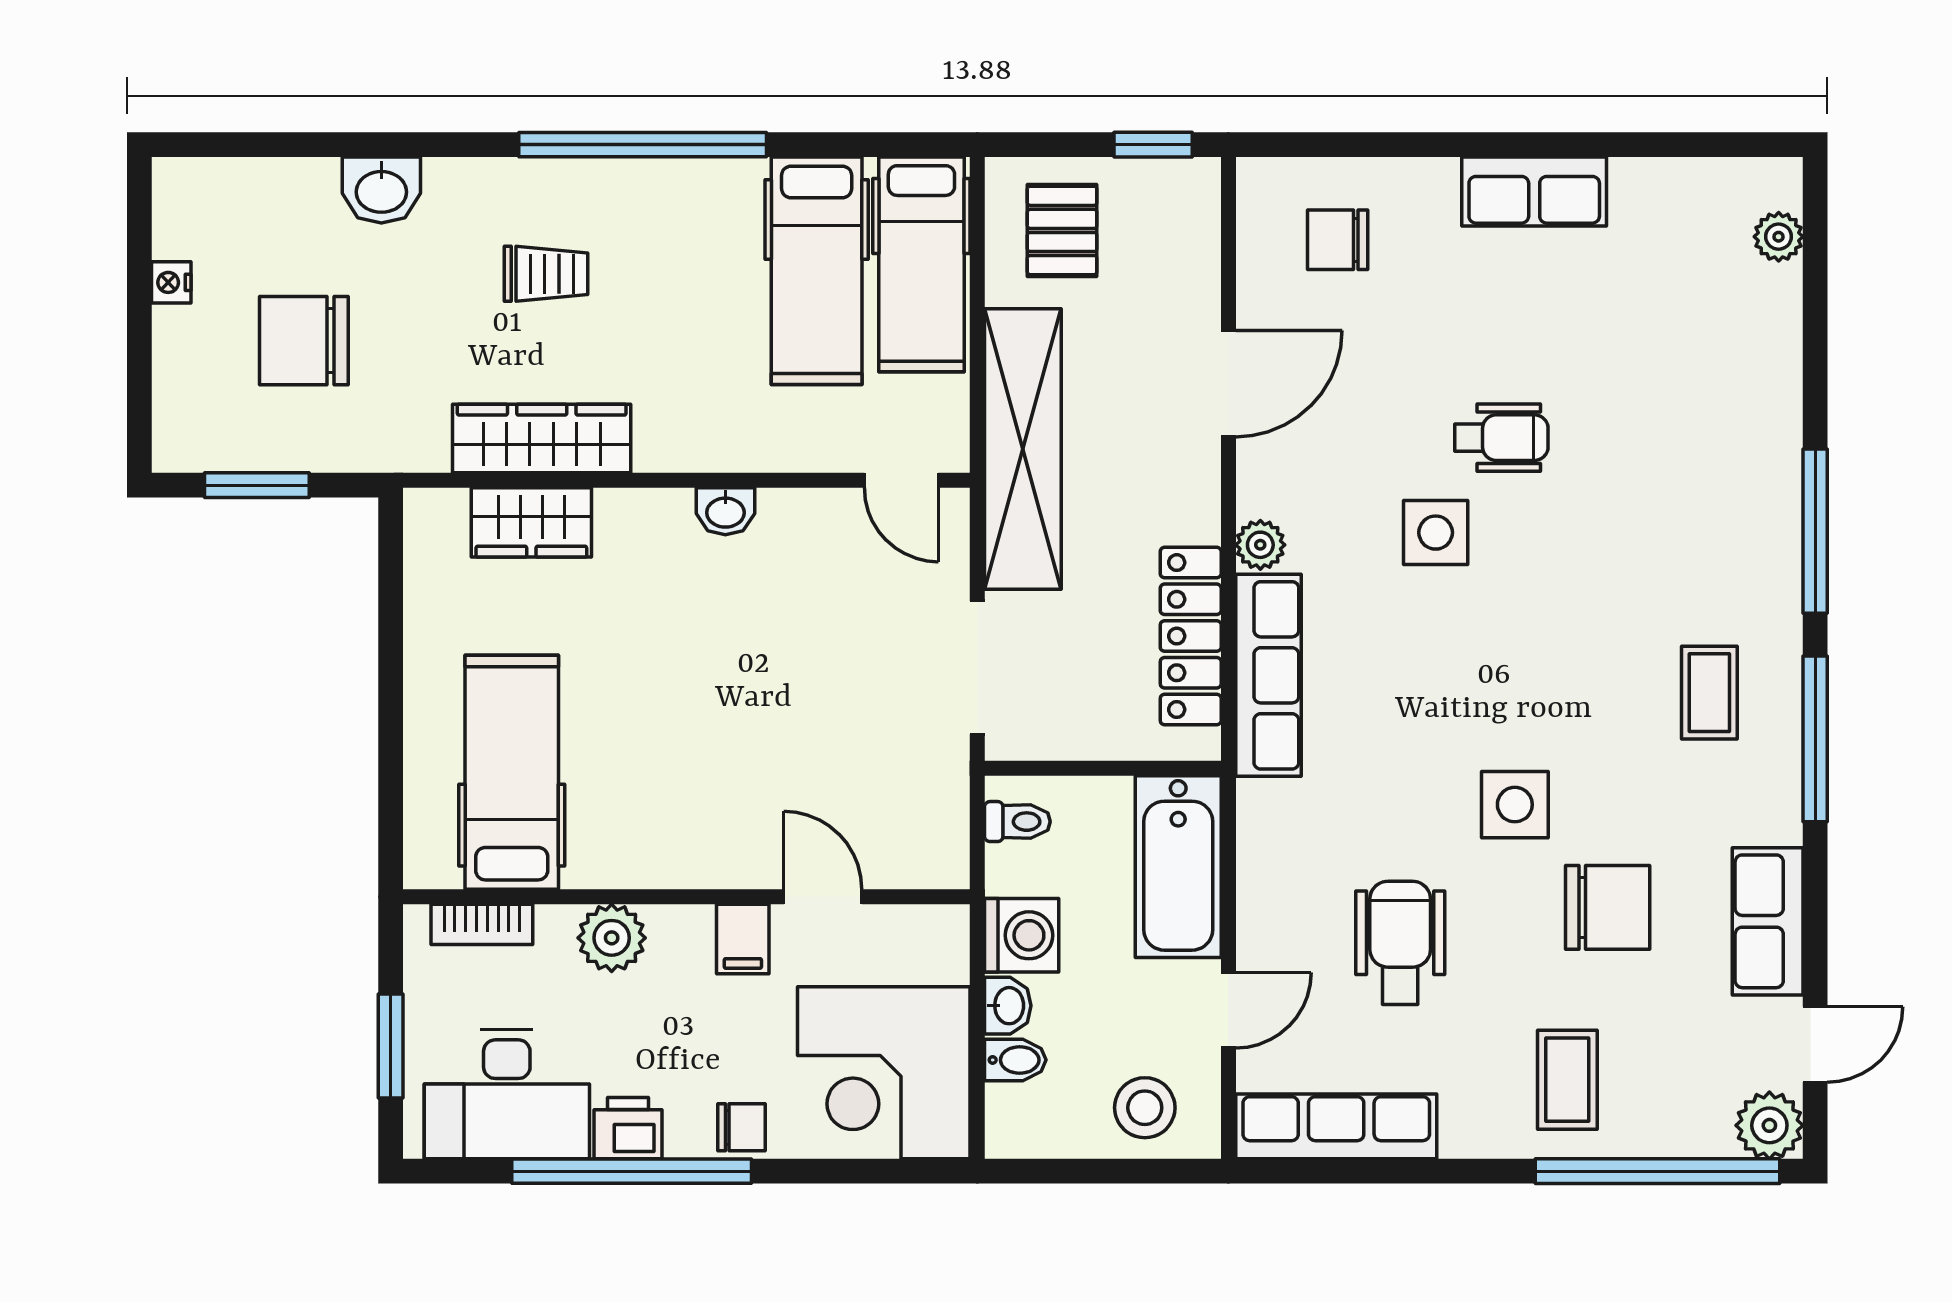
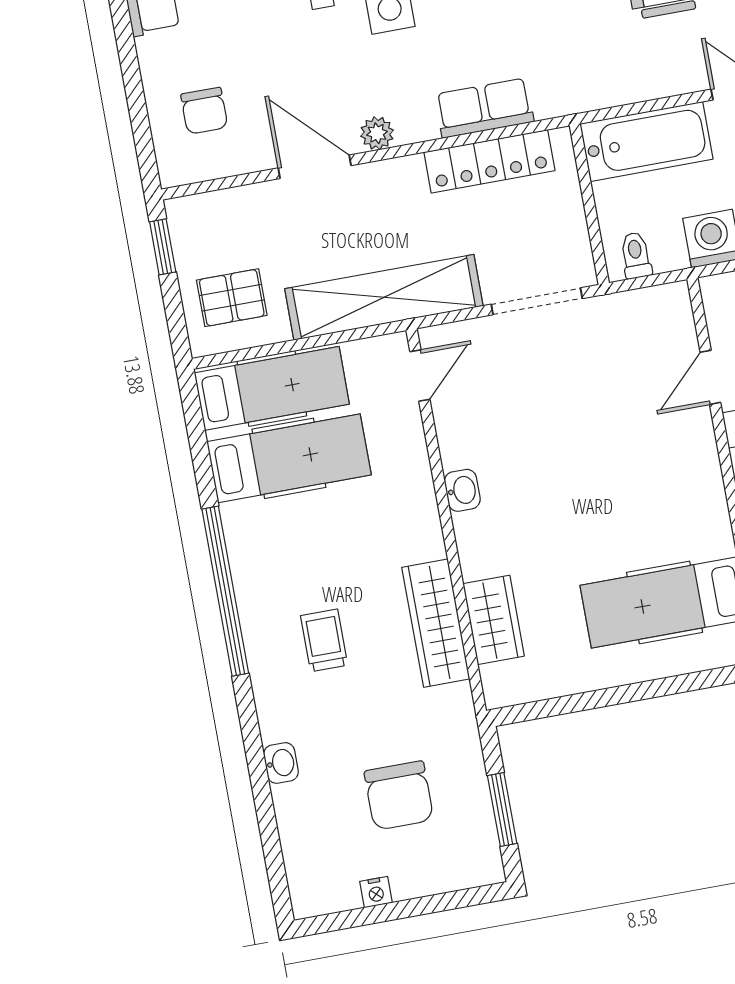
washbasin: (381, 190) -> (281, 763), width x0.72, depth x0.69
plant: (1260, 545) -> (377, 133), moved
row of seats: (1269, 675) -> (484, 108), width x0.68

